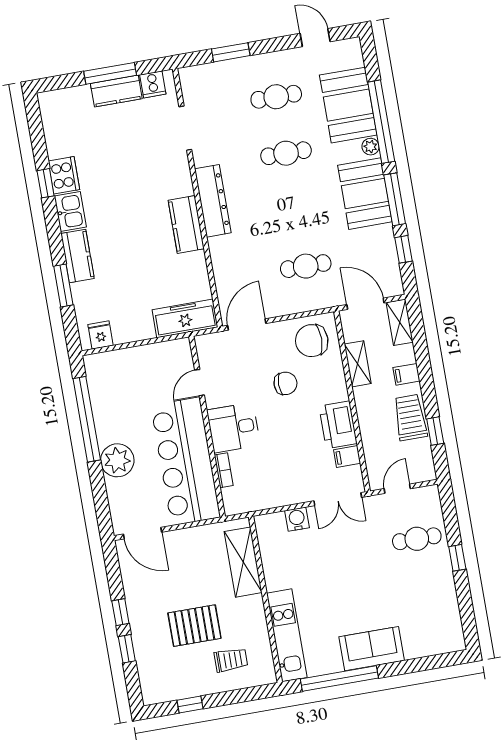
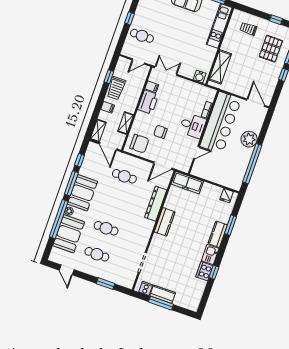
dresser: (213, 201) -> (156, 204), moved
water cooler: (297, 519) -> (200, 76), moved
pallet: (194, 626) -> (271, 49), moved, turned 90

